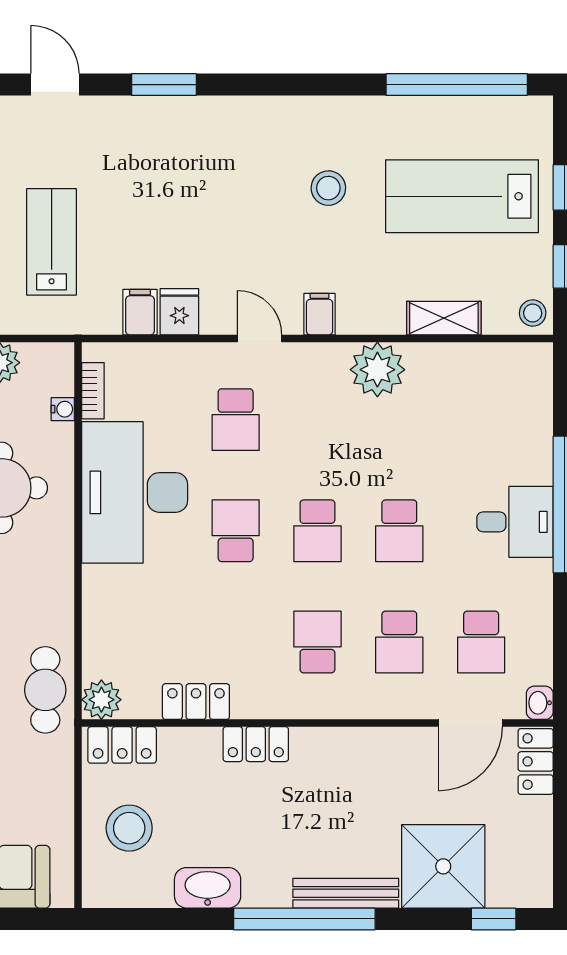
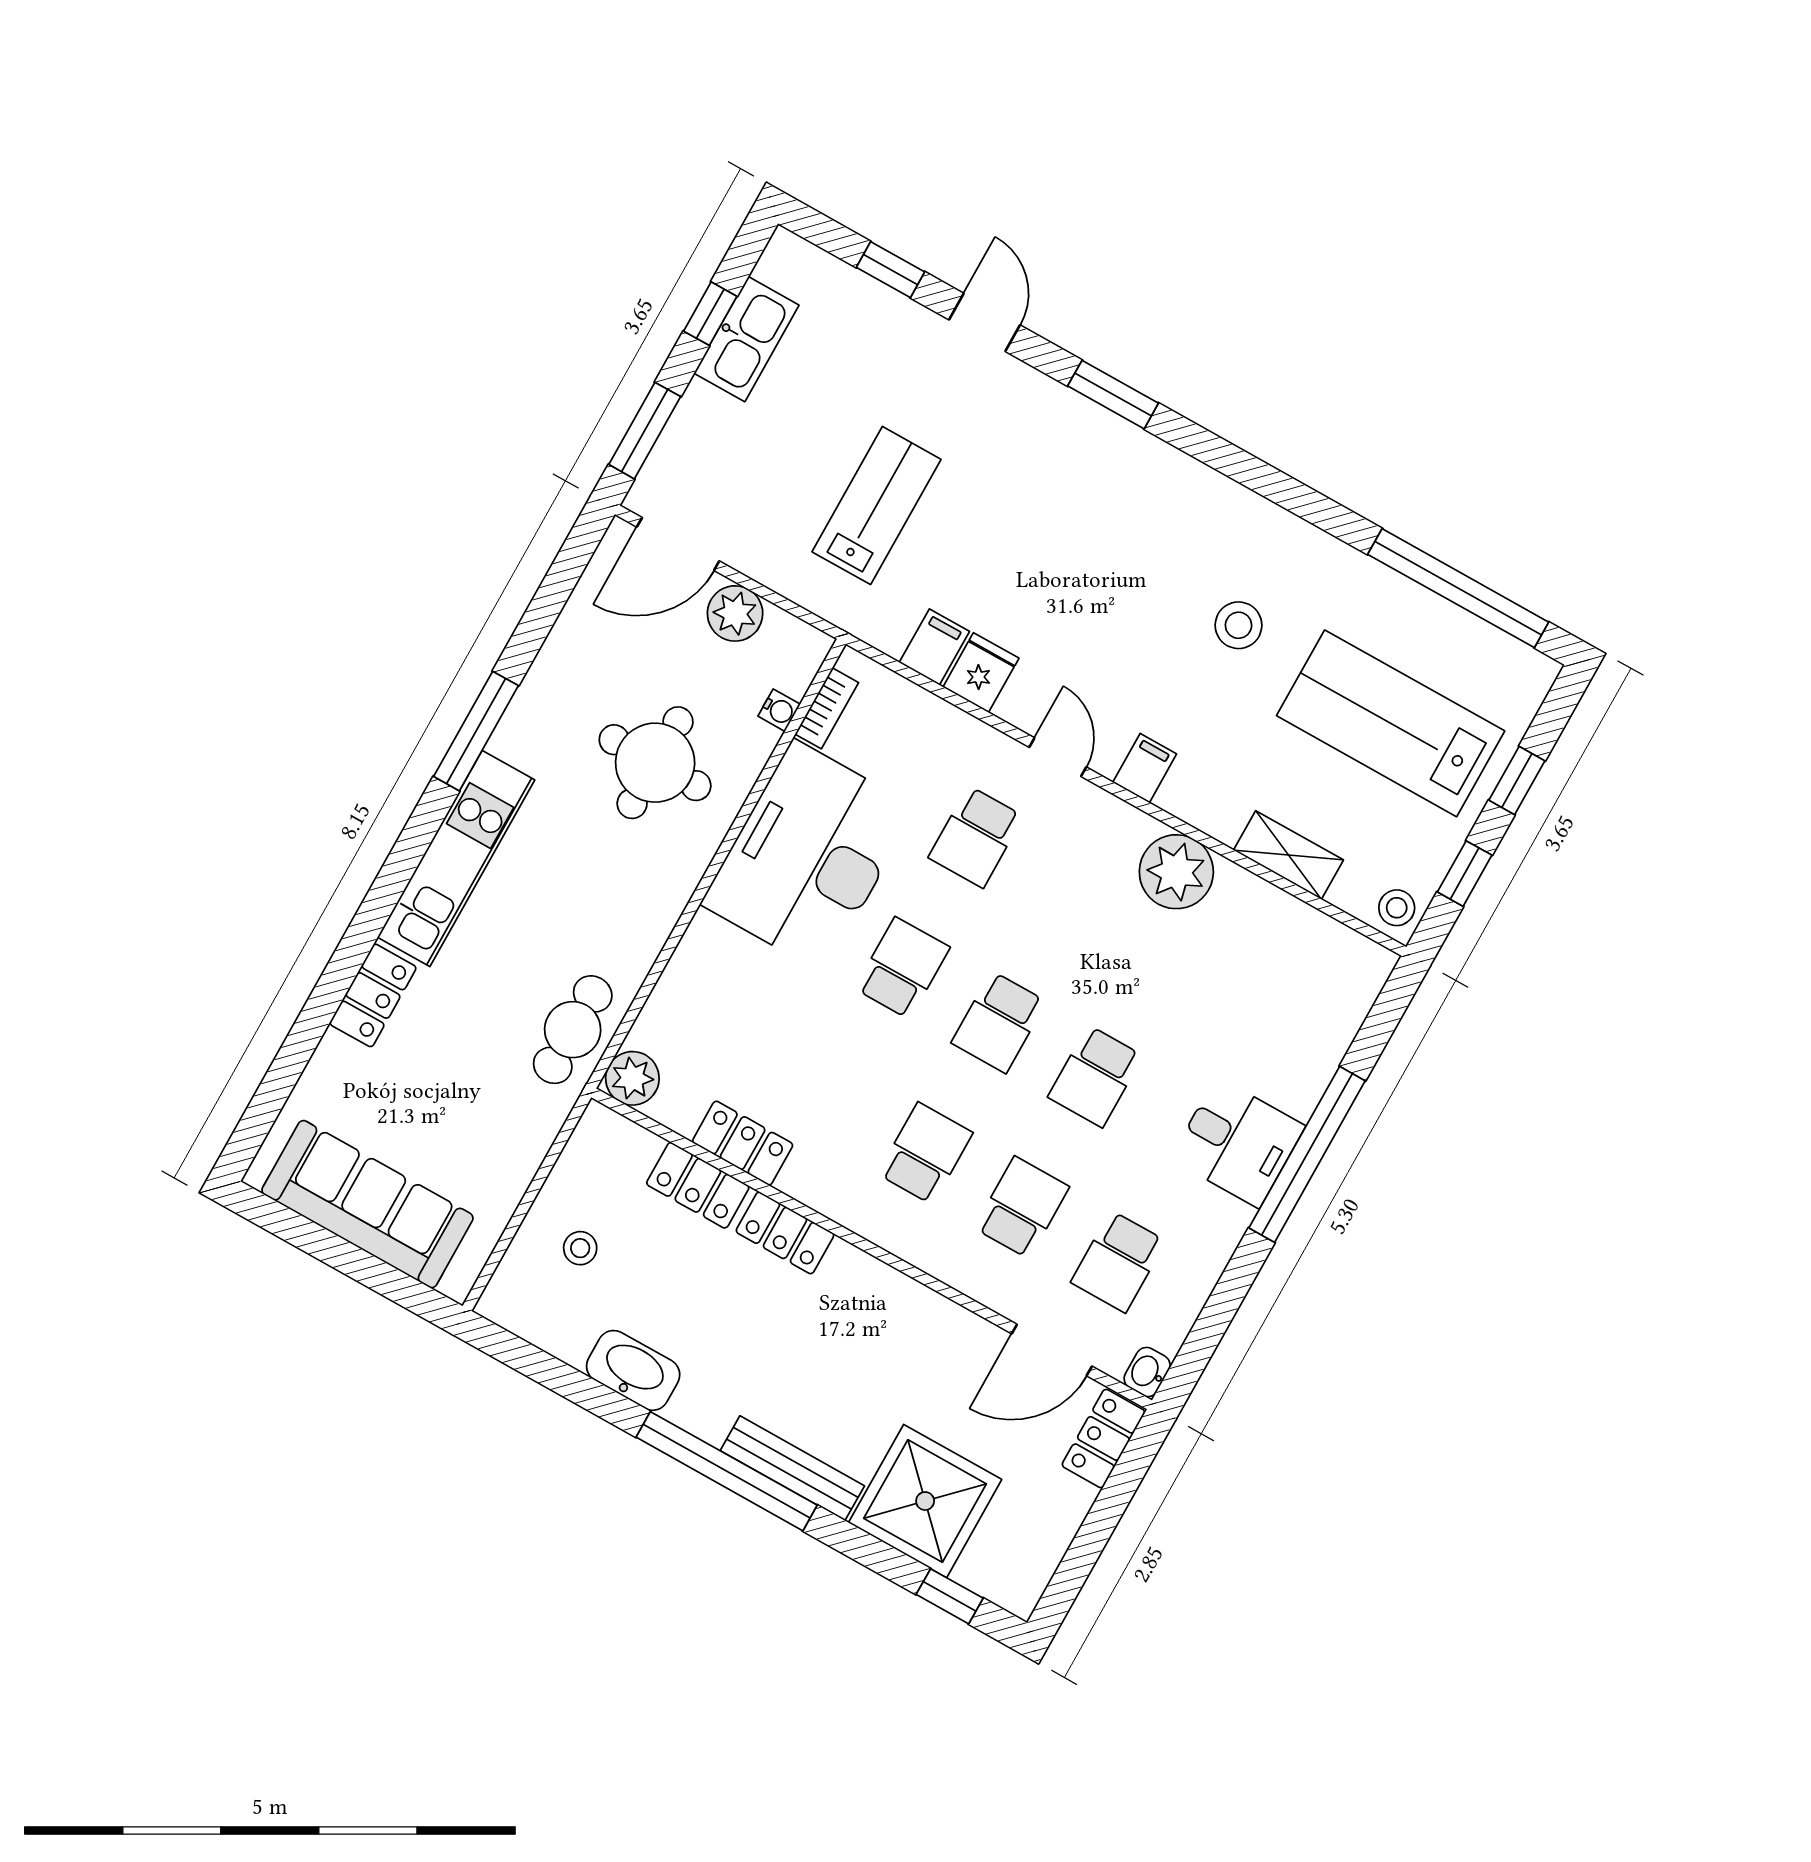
school desk: (399, 642) -> (1022, 1207), turned 180
locker: (122, 745) -> (698, 1185), moved
stool: (129, 828) -> (580, 1248), width x0.53, depth x0.53

